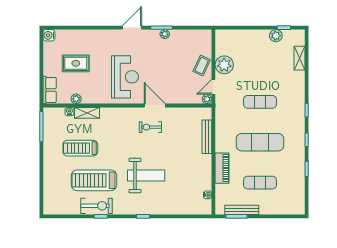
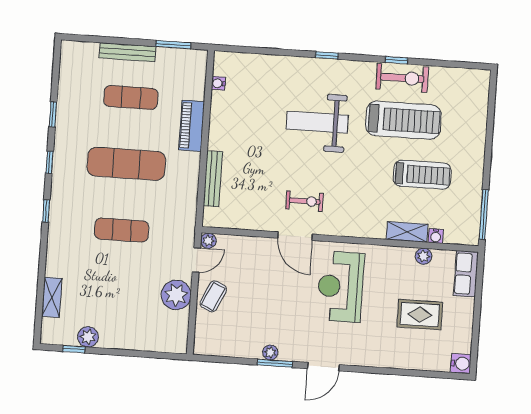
exercise bike: (96, 206) -> (402, 78), turned 180
bench: (242, 210) -> (127, 52), moved

